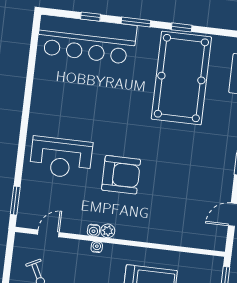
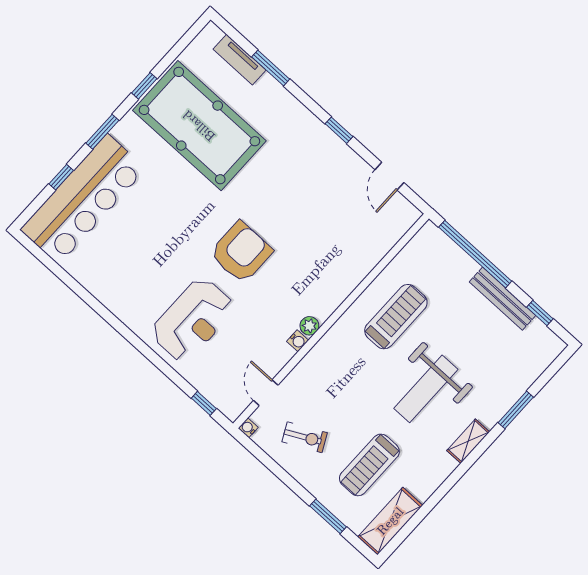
armchair: (121, 175) -> (241, 252), moved
window: (15, 201) -> (204, 403), width x0.67
water cooler: (97, 247) -> (248, 428), moved

